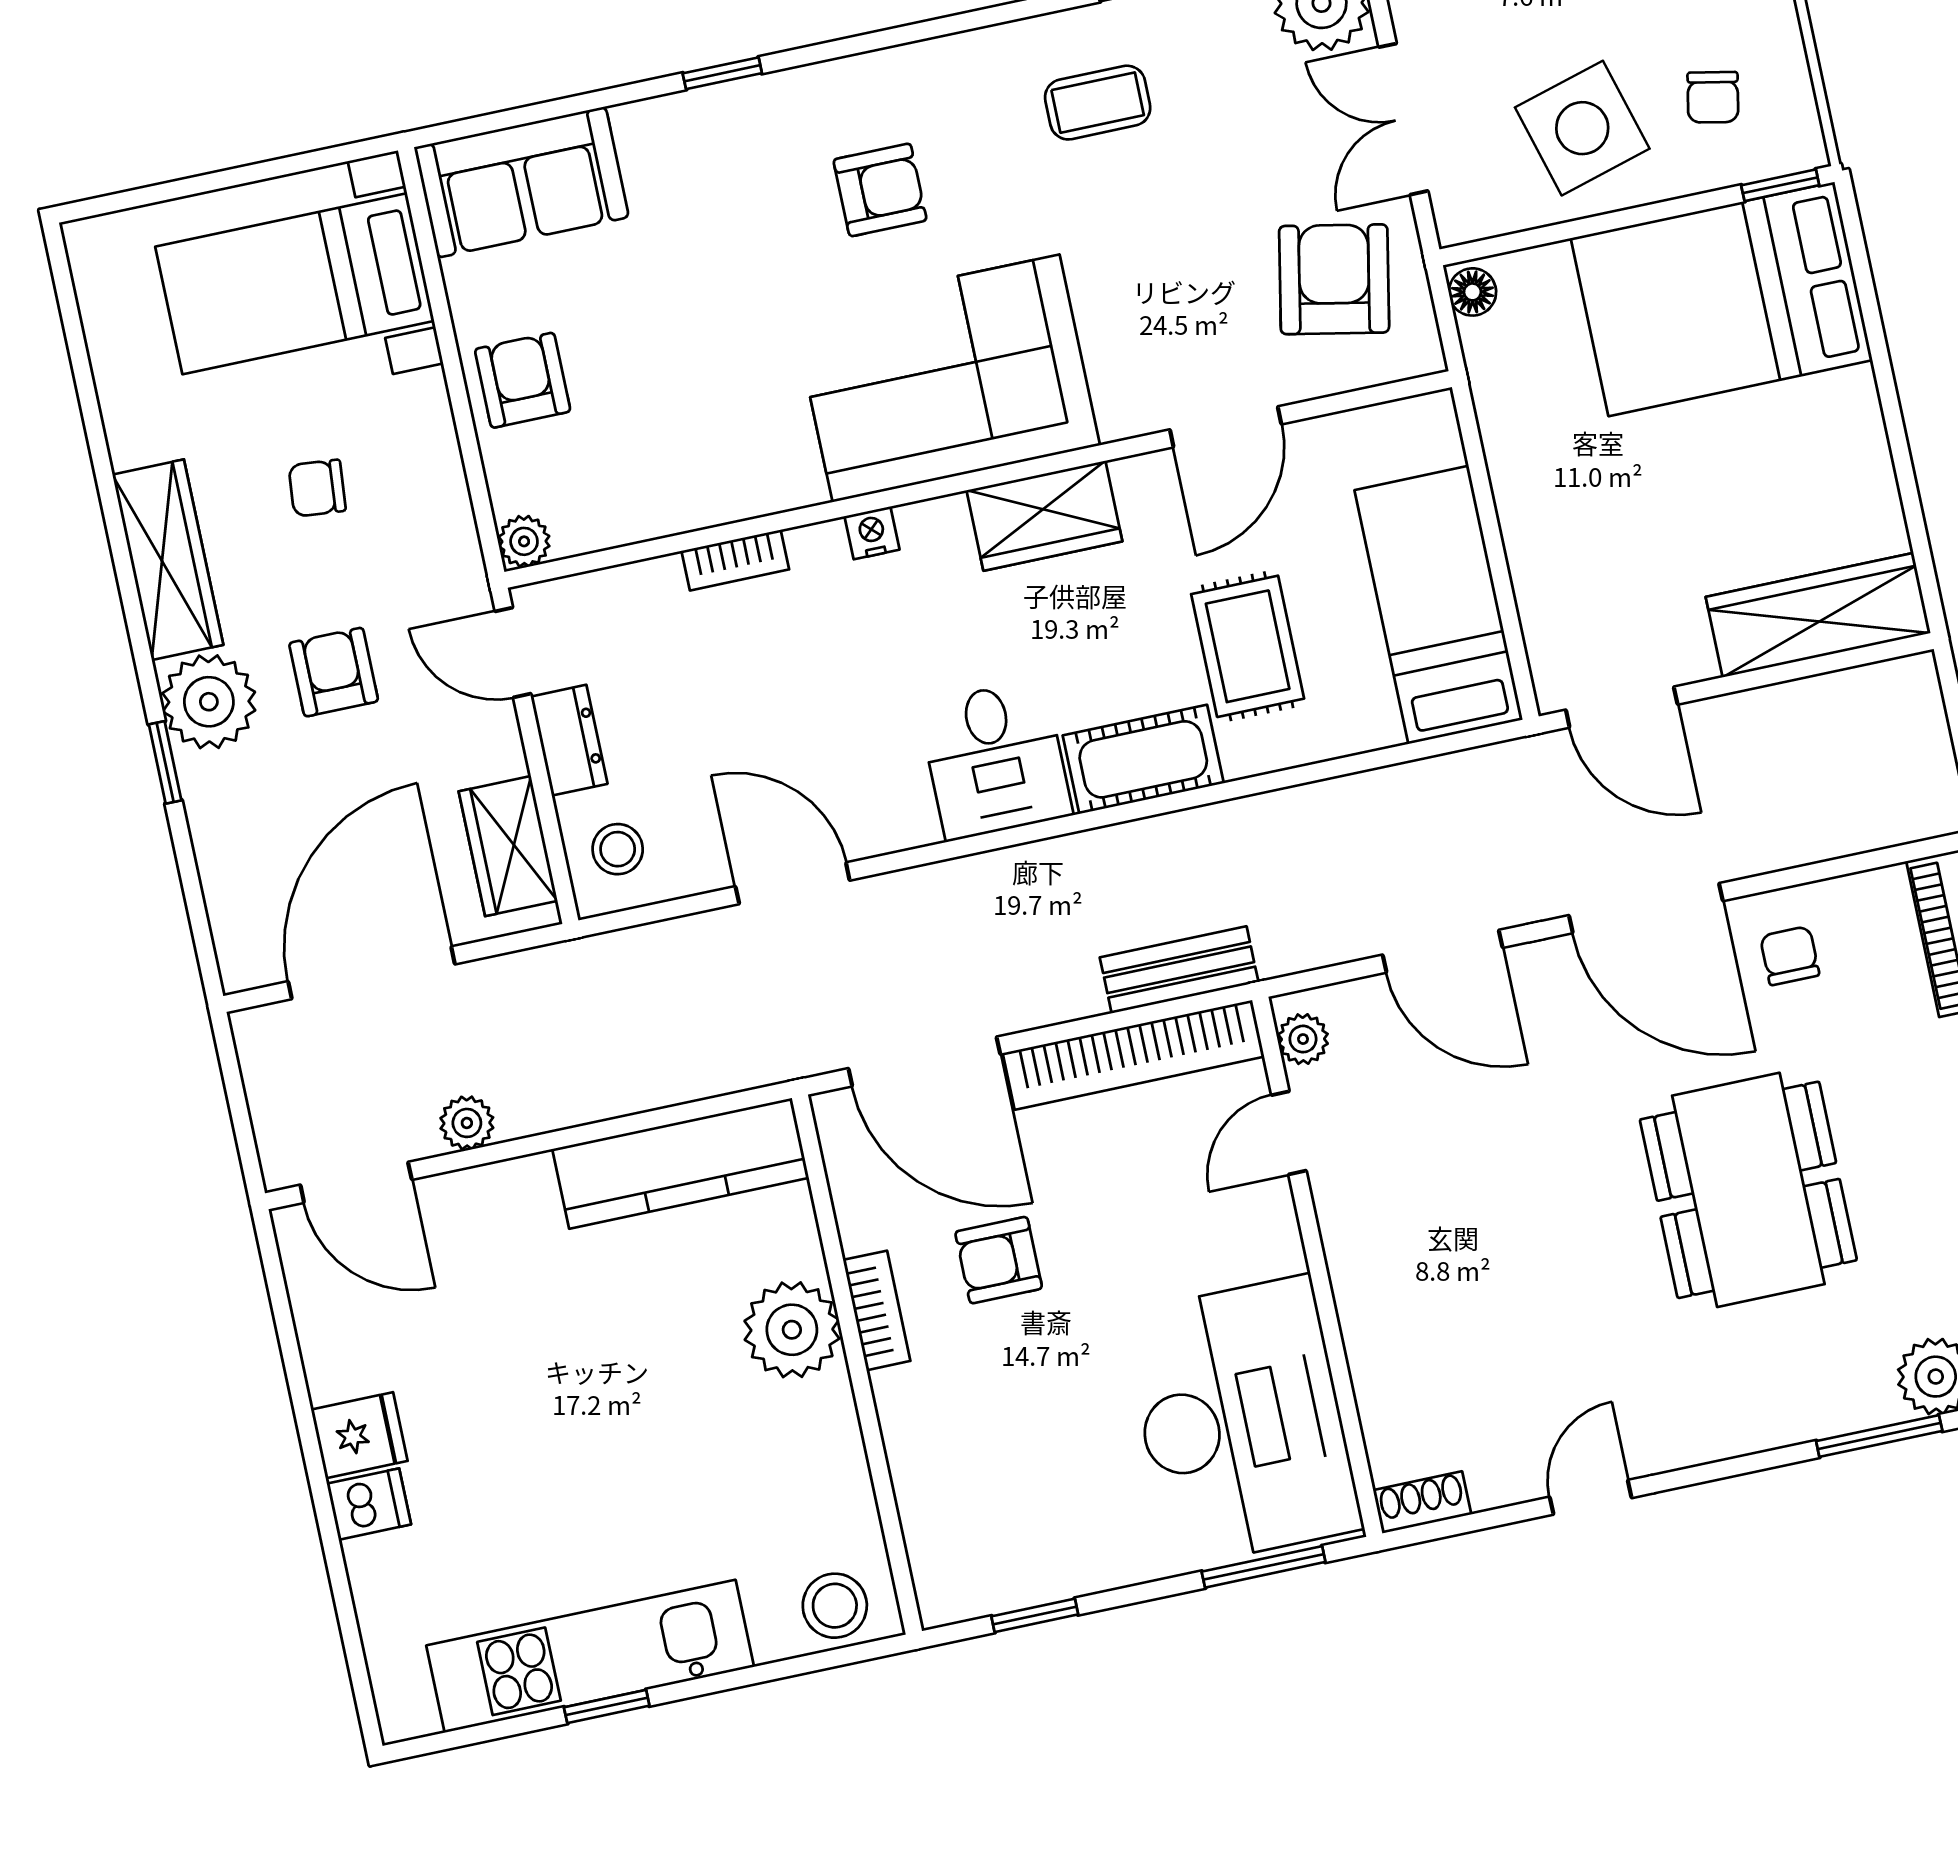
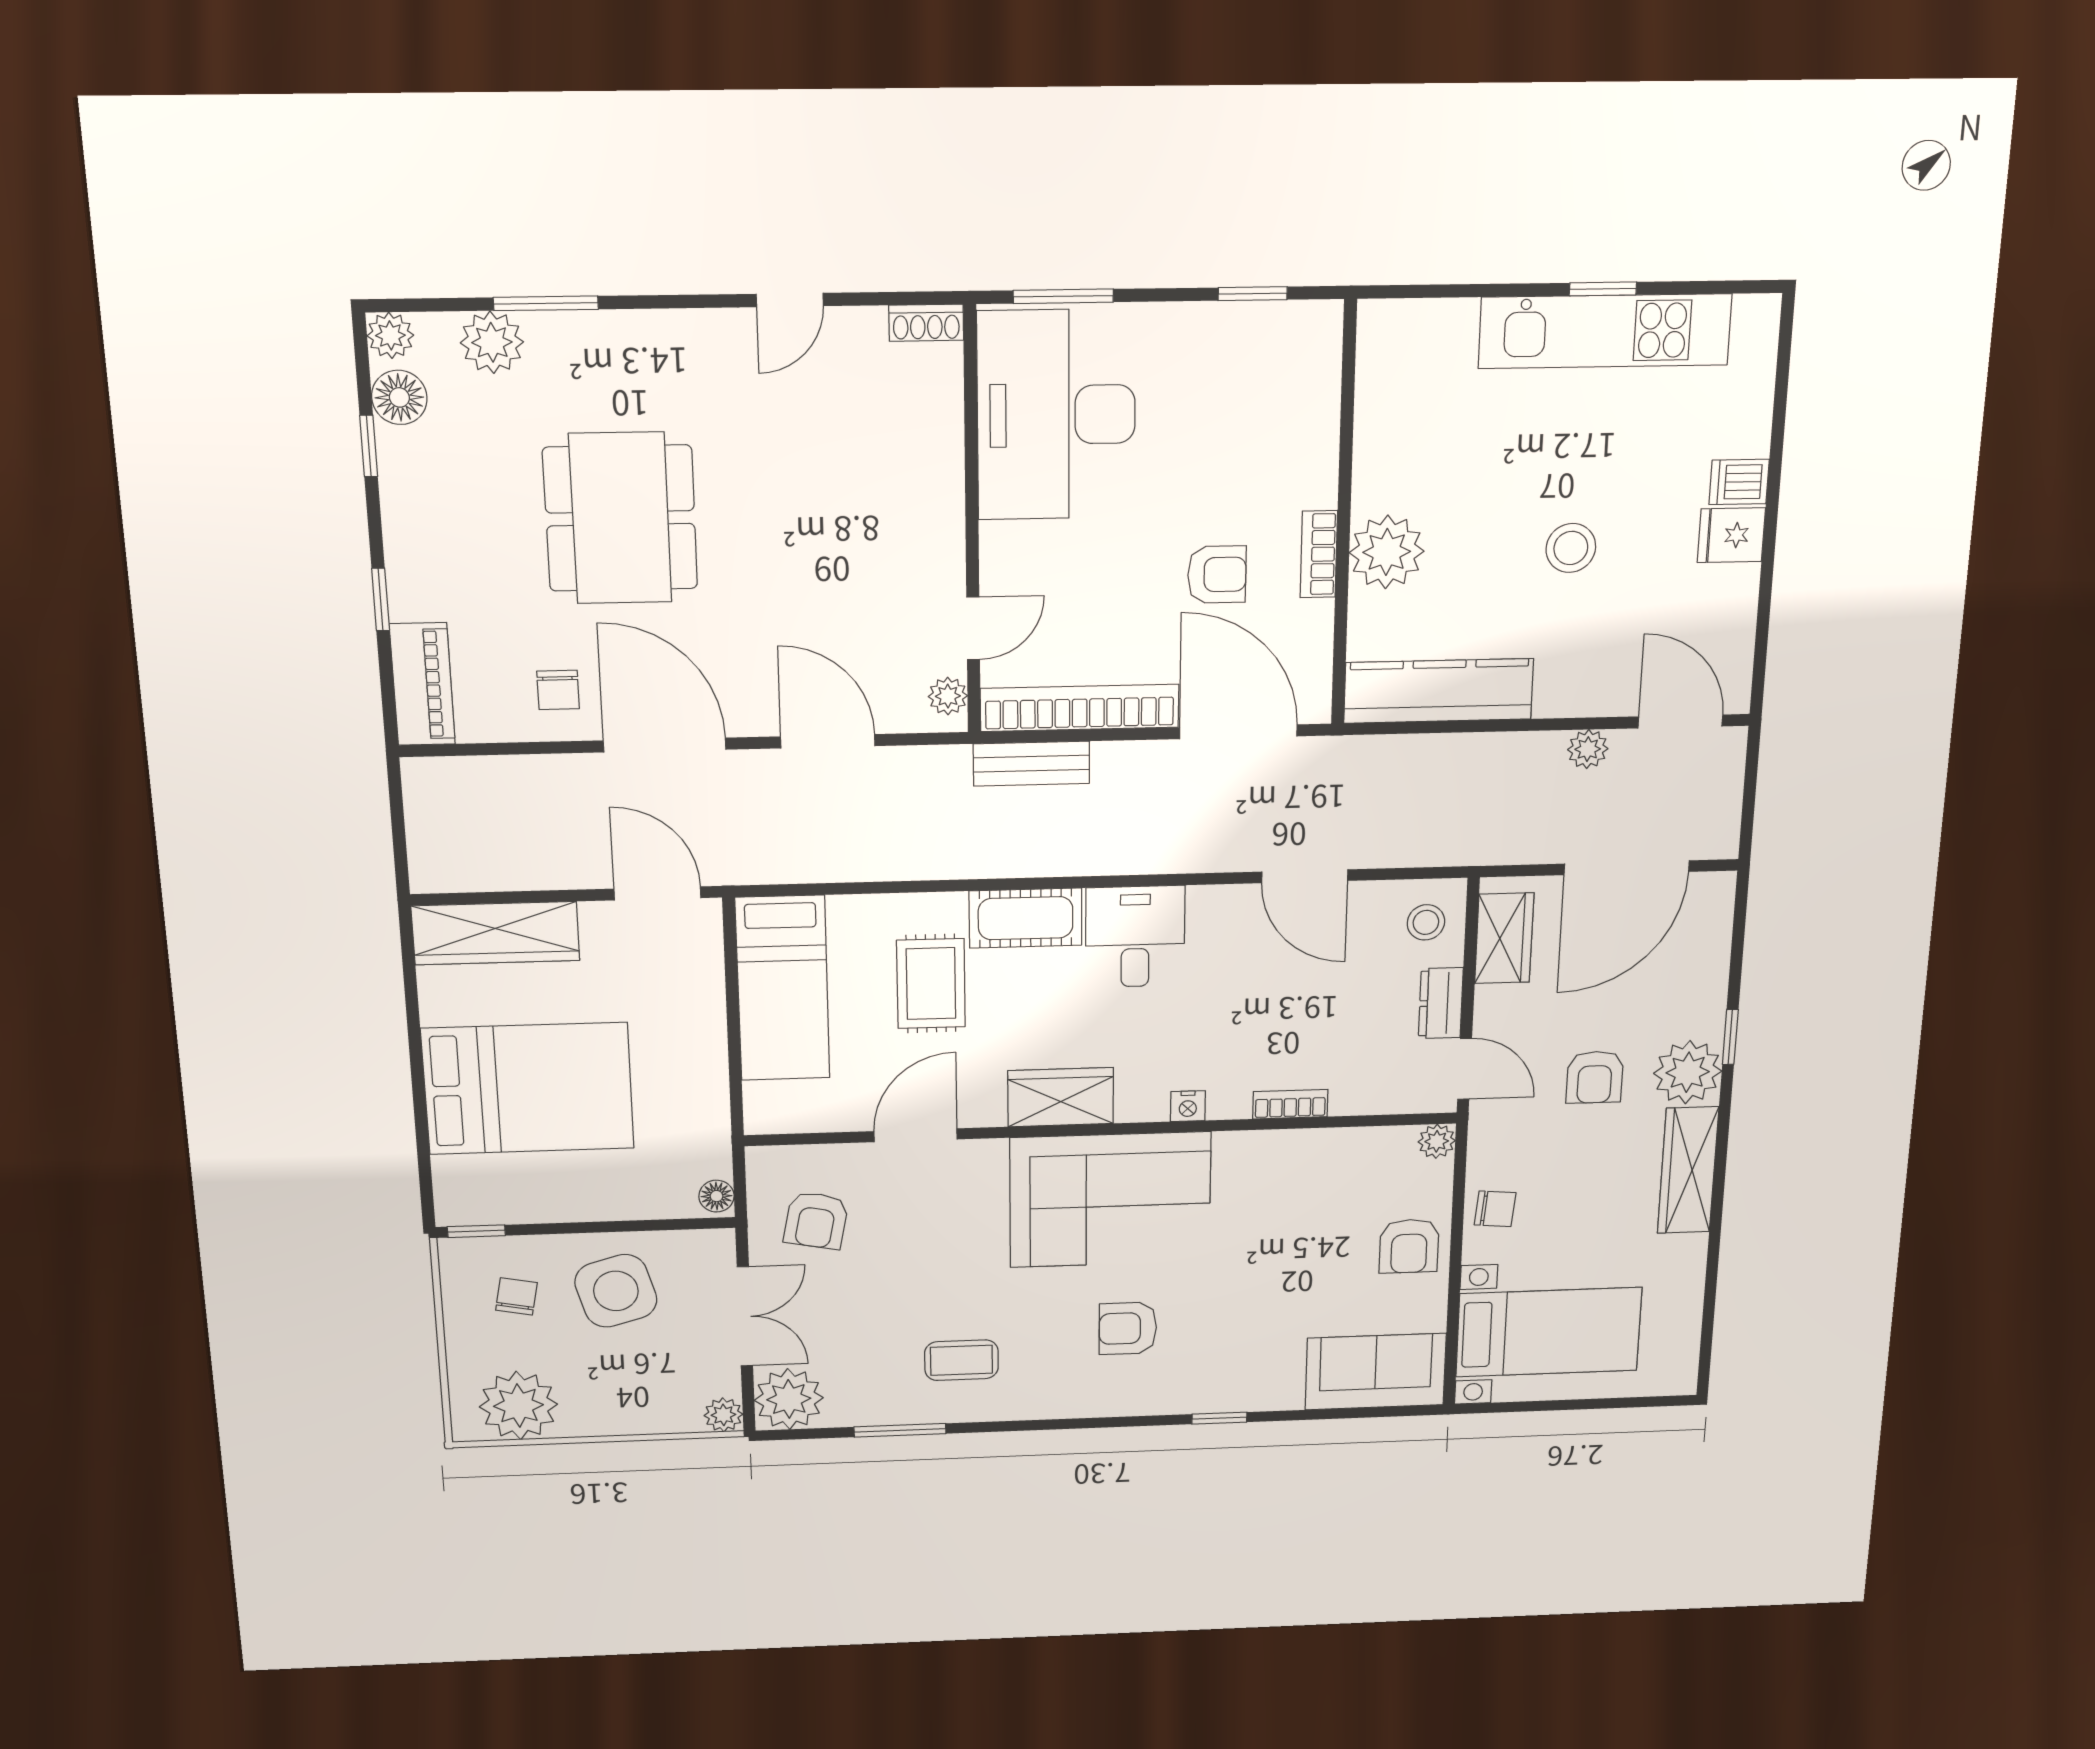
armchair: (1334, 279) -> (816, 1220), width x0.72, depth x0.72
bed: (1722, 299) -> (528, 1089), moved
chair: (317, 488) -> (1495, 1209), moved
stool: (835, 1606) -> (1571, 548), moved

